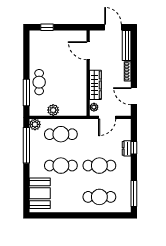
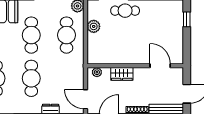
door: (88, 51) -> (160, 66), hinge flipped
wardrobe: (95, 85) -> (122, 74), width x0.67
door: (107, 117) -> (86, 99), moved

